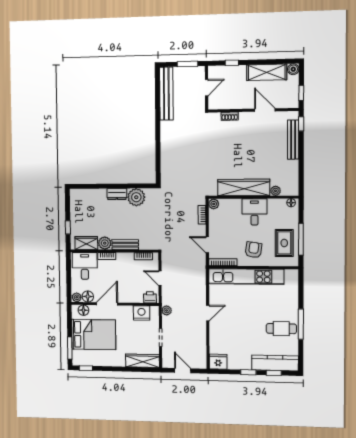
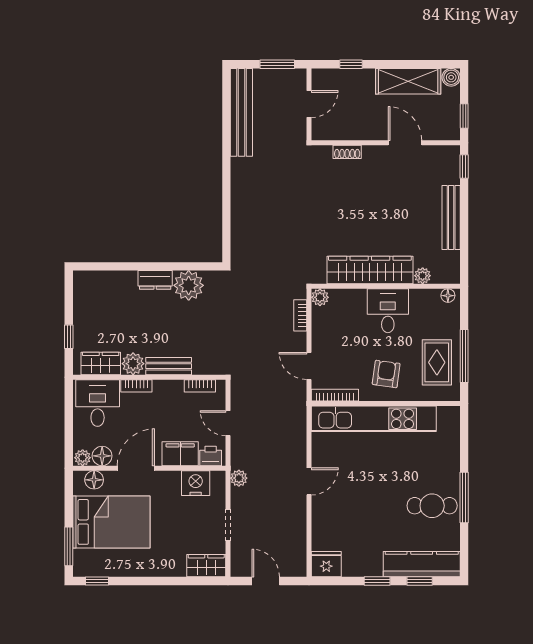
bench: (293, 140) -> (451, 217), moved
filing cabinet: (132, 296) -> (180, 454), added
wardrobe: (142, 361) -> (206, 566), width x0.67

